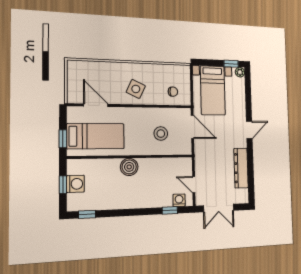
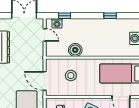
boiler: (129, 167) -> (75, 50), moved
window: (87, 214) -> (110, 16), moved

